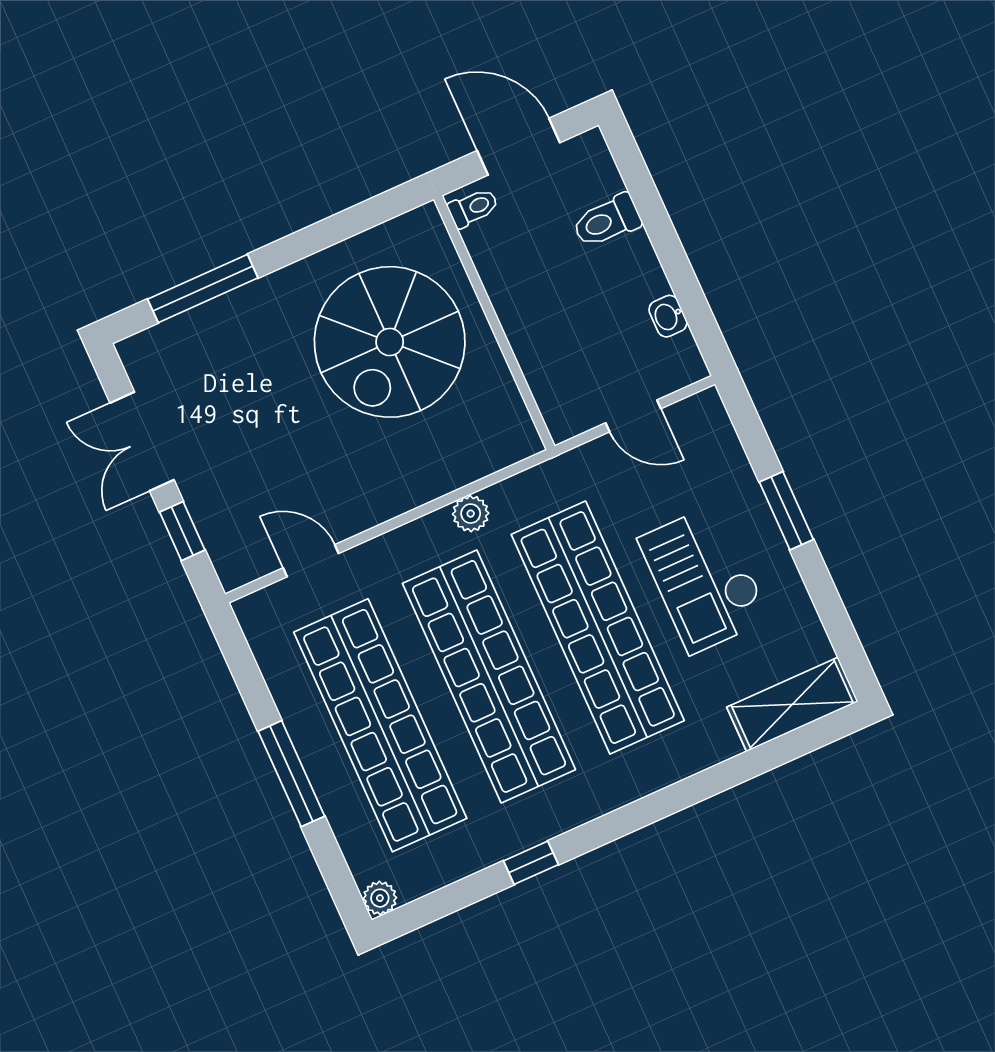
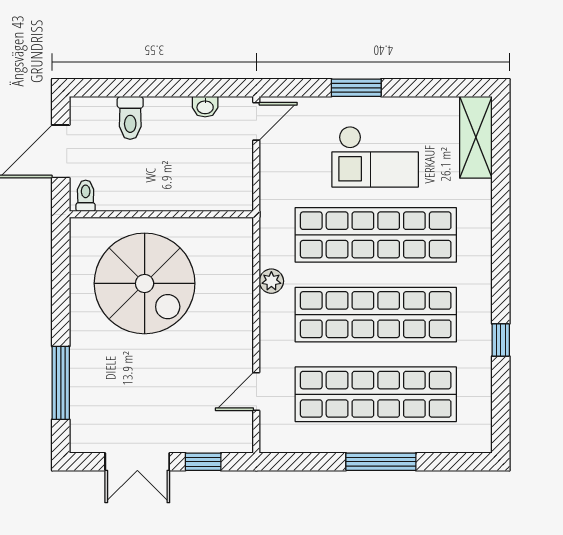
door: (633, 416) -> (256, 121), moved
plant: (380, 898) -> (481, 442), removed

